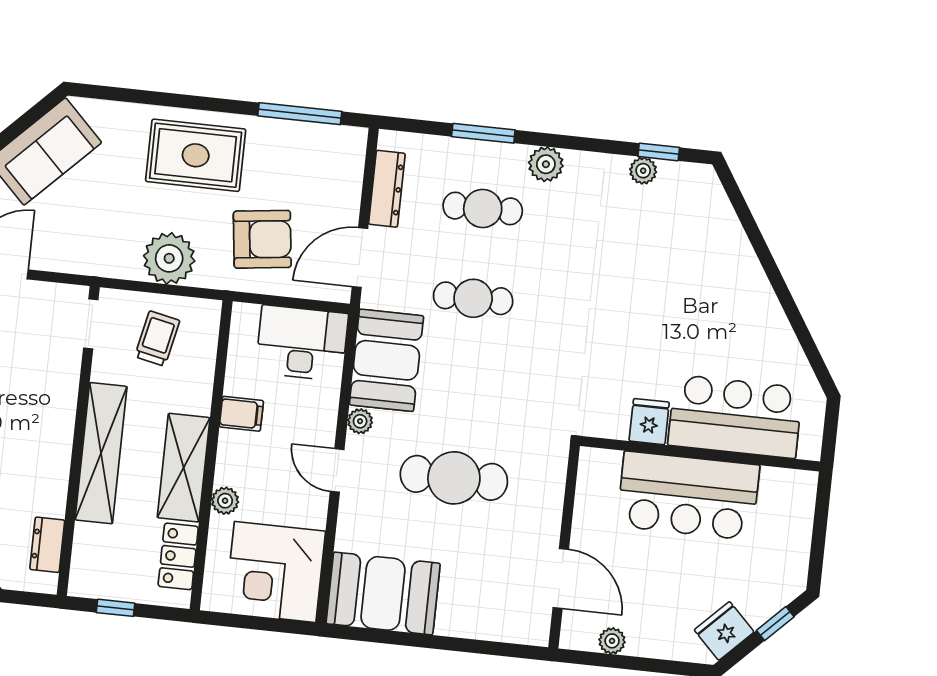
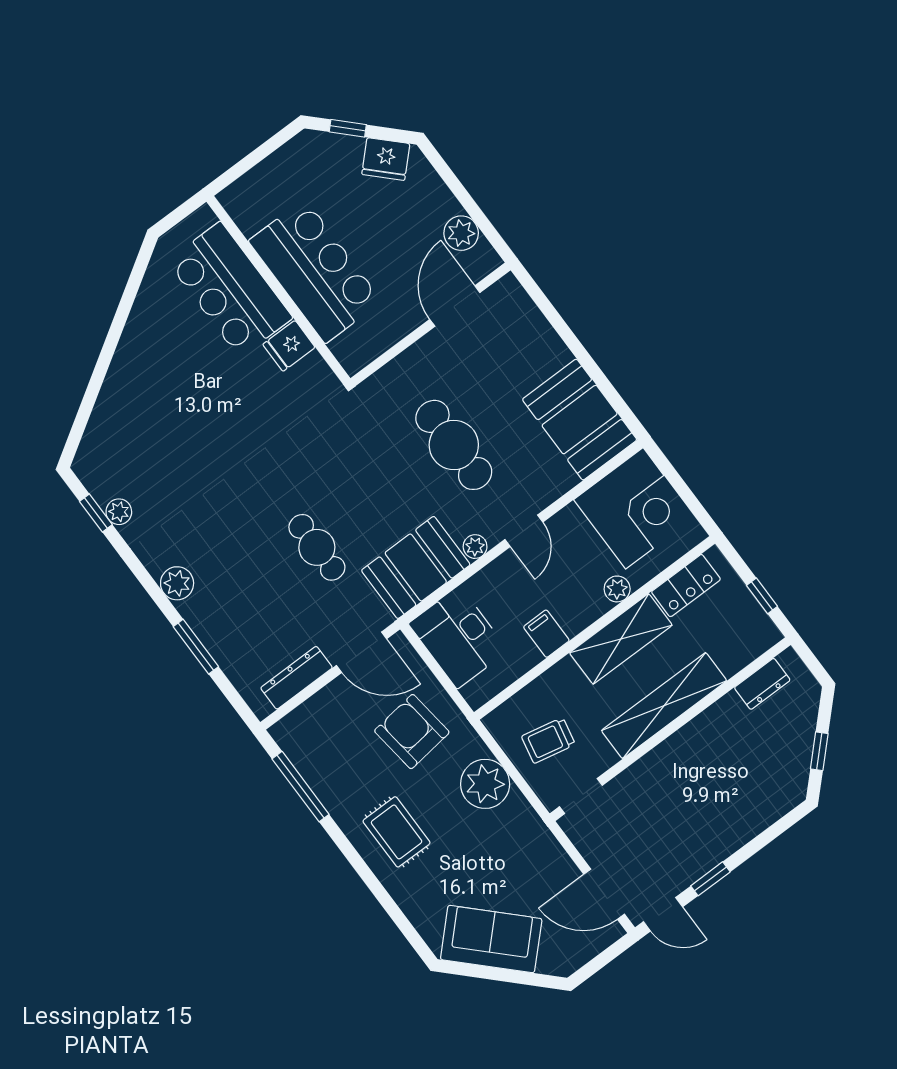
rug: (196, 155) -> (397, 832), width x0.73, depth x0.70
cafe table: (483, 208) -> (248, 599), removed
plant: (612, 641) -> (461, 233), width x1.38, depth x1.38

